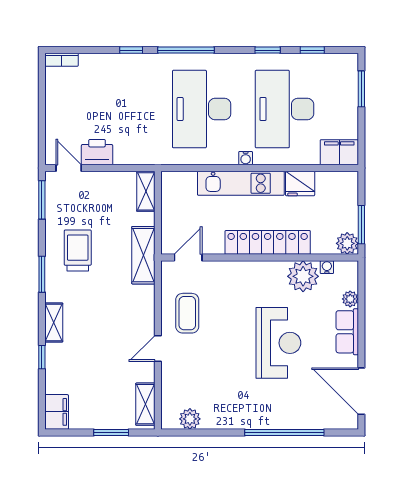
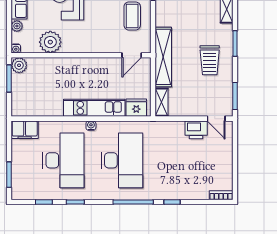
fridge: (300, 184) -> (136, 108), moved
locker: (268, 242) -> (75, 66), removed
shelving: (143, 255) -> (163, 57), width x1.47
water cooler: (327, 267) -> (16, 48), moved

